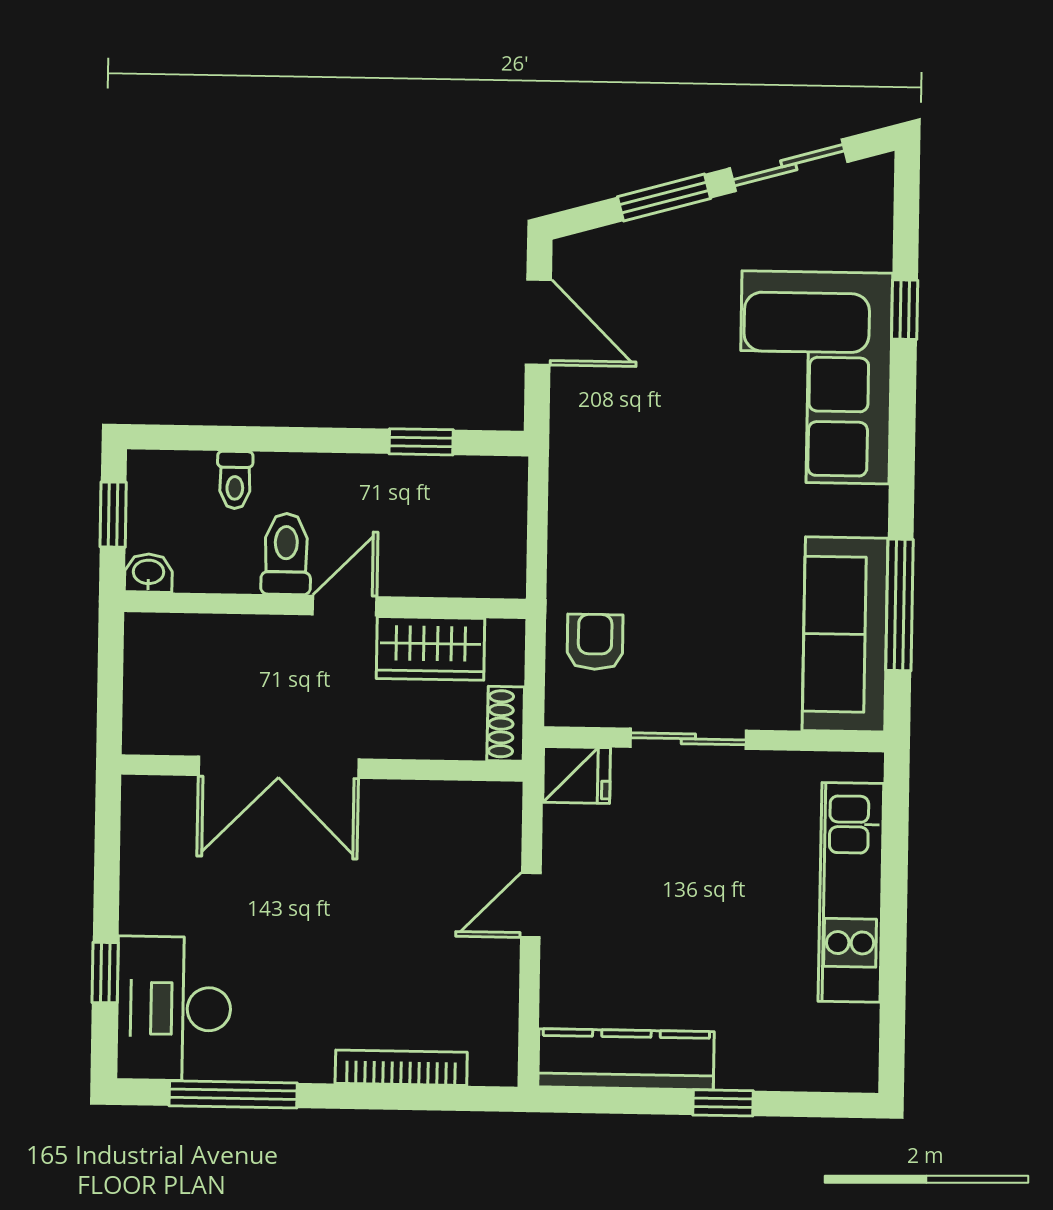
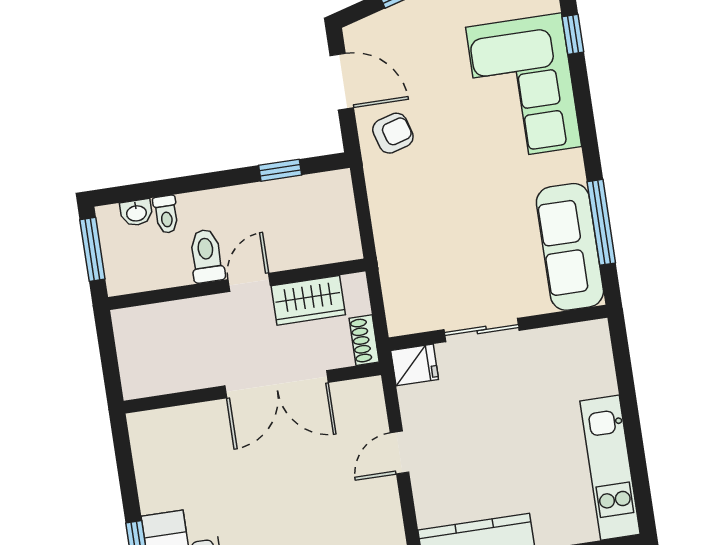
window: (113, 515) -> (92, 249), width x1.50
washbasin: (148, 573) -> (136, 213), moved, turned 180
armchair: (595, 642) -> (393, 133), moved, turned 74
double door: (279, 767) -> (277, 384), moved
kitchen unit: (851, 892) -> (610, 468), moved

